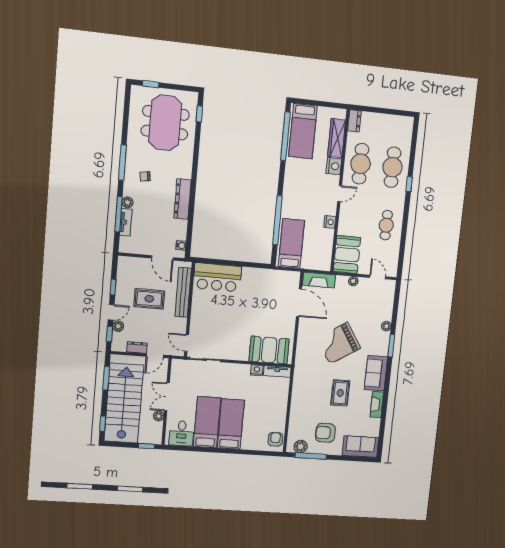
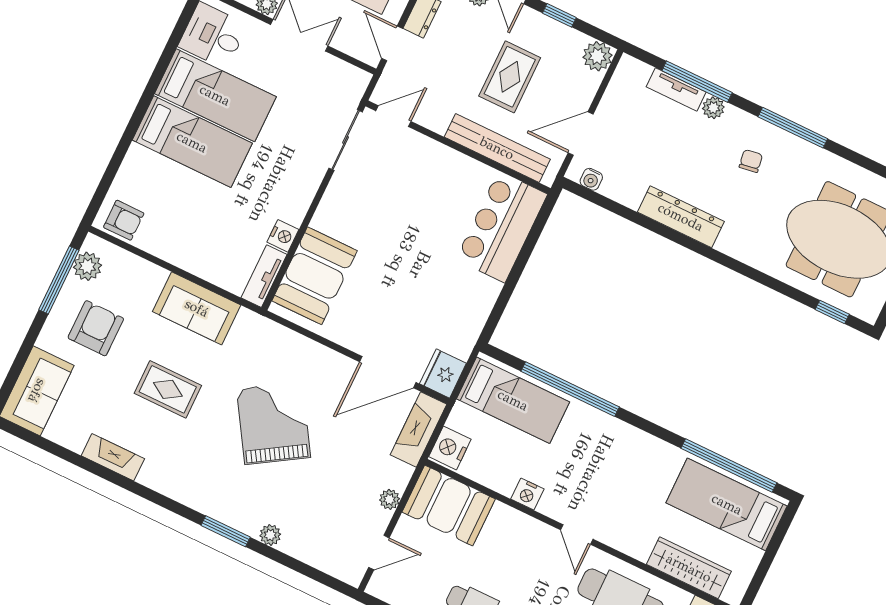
nightstand: (334, 166) -> (450, 448), moved, turned 90
plant: (125, 263) -> (597, 56), added
fridge: (291, 279) -> (443, 373), added
sofa: (376, 373) -> (197, 308), moved, turned 180

